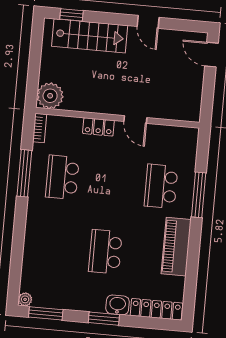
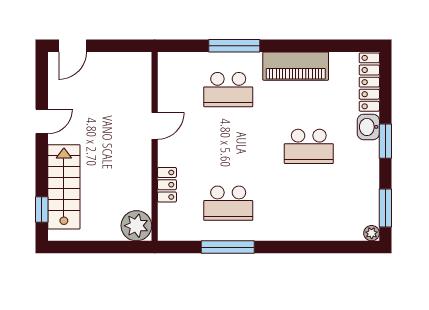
locker: (98, 127) -> (167, 185), moved
bookcase: (40, 128) -> (174, 234), removed

